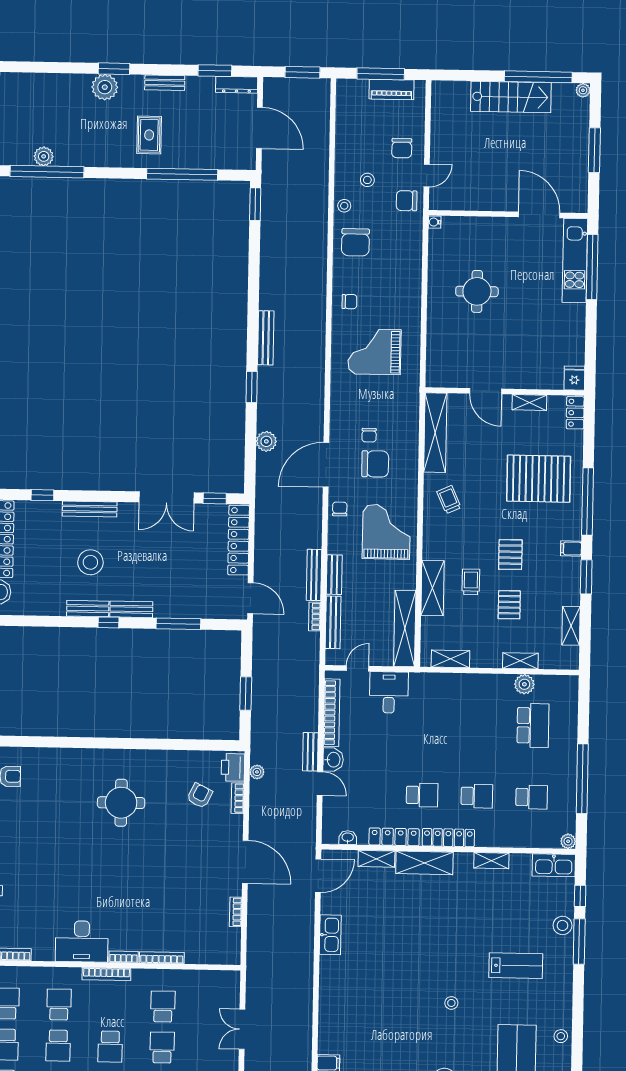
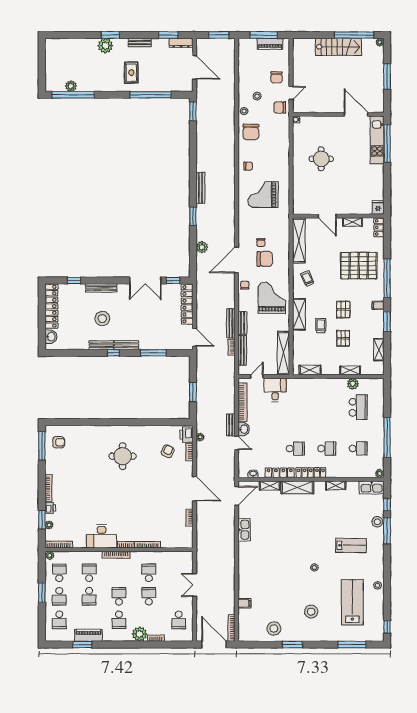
shelving: (433, 588) -> (299, 314), moved
school desk: (110, 1047) -> (119, 596), turned 180

